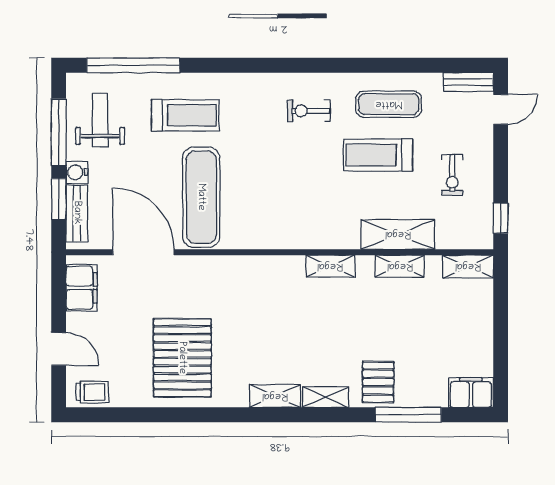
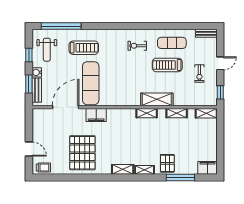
door: (501, 109) -> (220, 63), moved
weight bench: (100, 120) -> (47, 50), turned 180
window: (59, 132) -> (29, 55), width x0.46
shelving: (398, 234) -> (157, 99), moved
door: (143, 252) -> (66, 107), hinge flipped
filing cabinet: (81, 288) -> (96, 115), moved, turned 90

